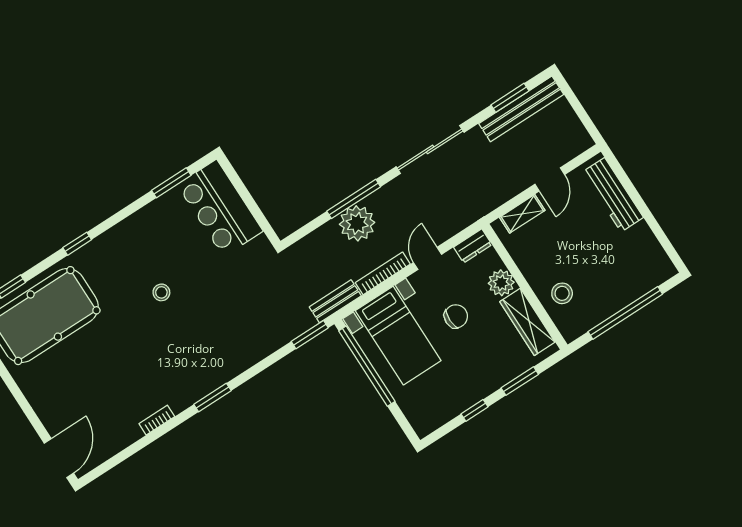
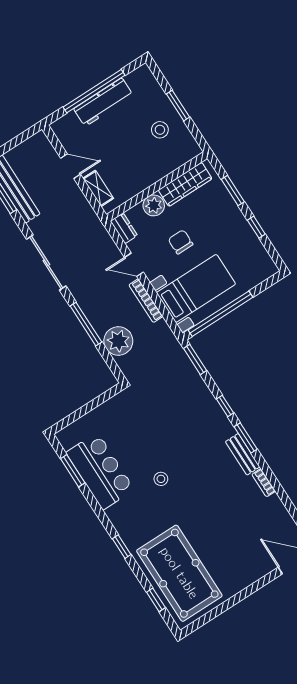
workbench: (613, 195) -> (103, 102), moved
bar counter: (220, 208) -> (100, 471), moved, turned -90
window: (643, 208) -> (94, 91), added
plant: (357, 223) -> (118, 341), moved
stool: (562, 293) -> (160, 130), moved
bench: (335, 301) -> (243, 454), moved
window: (625, 313) -> (178, 106), width x0.47
window: (252, 372) -> (225, 406), added

